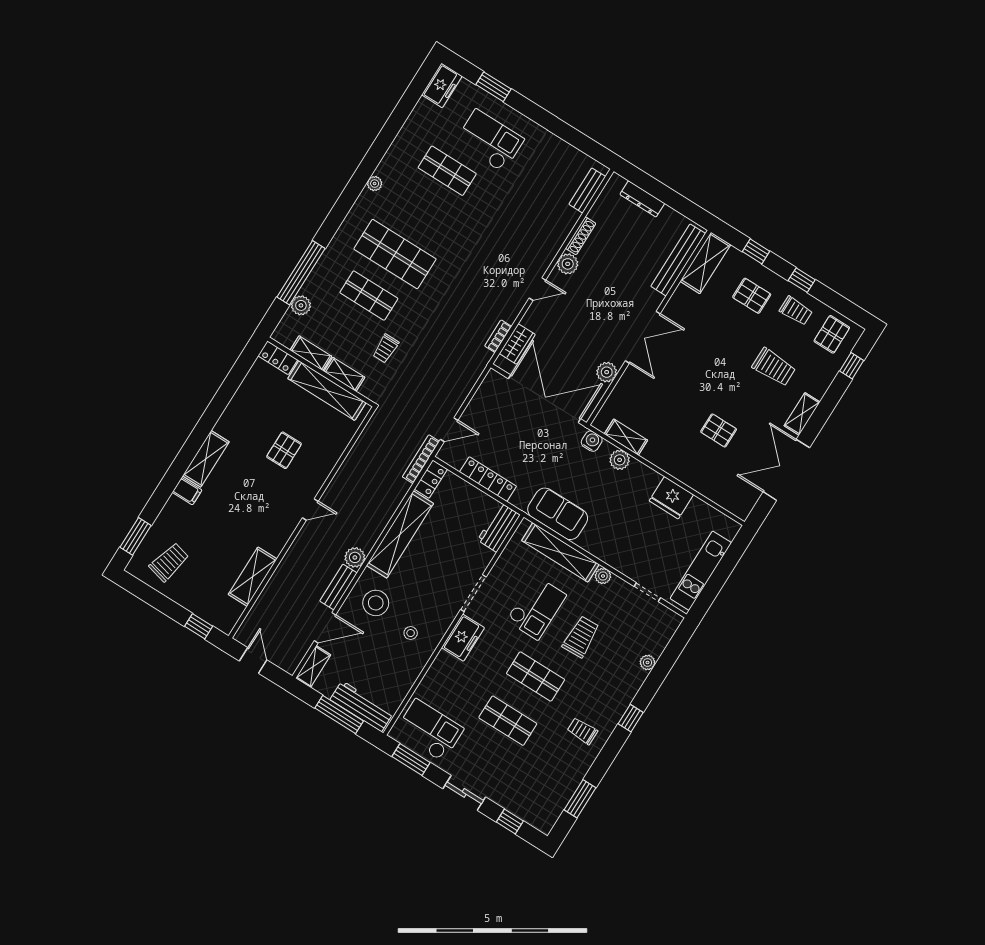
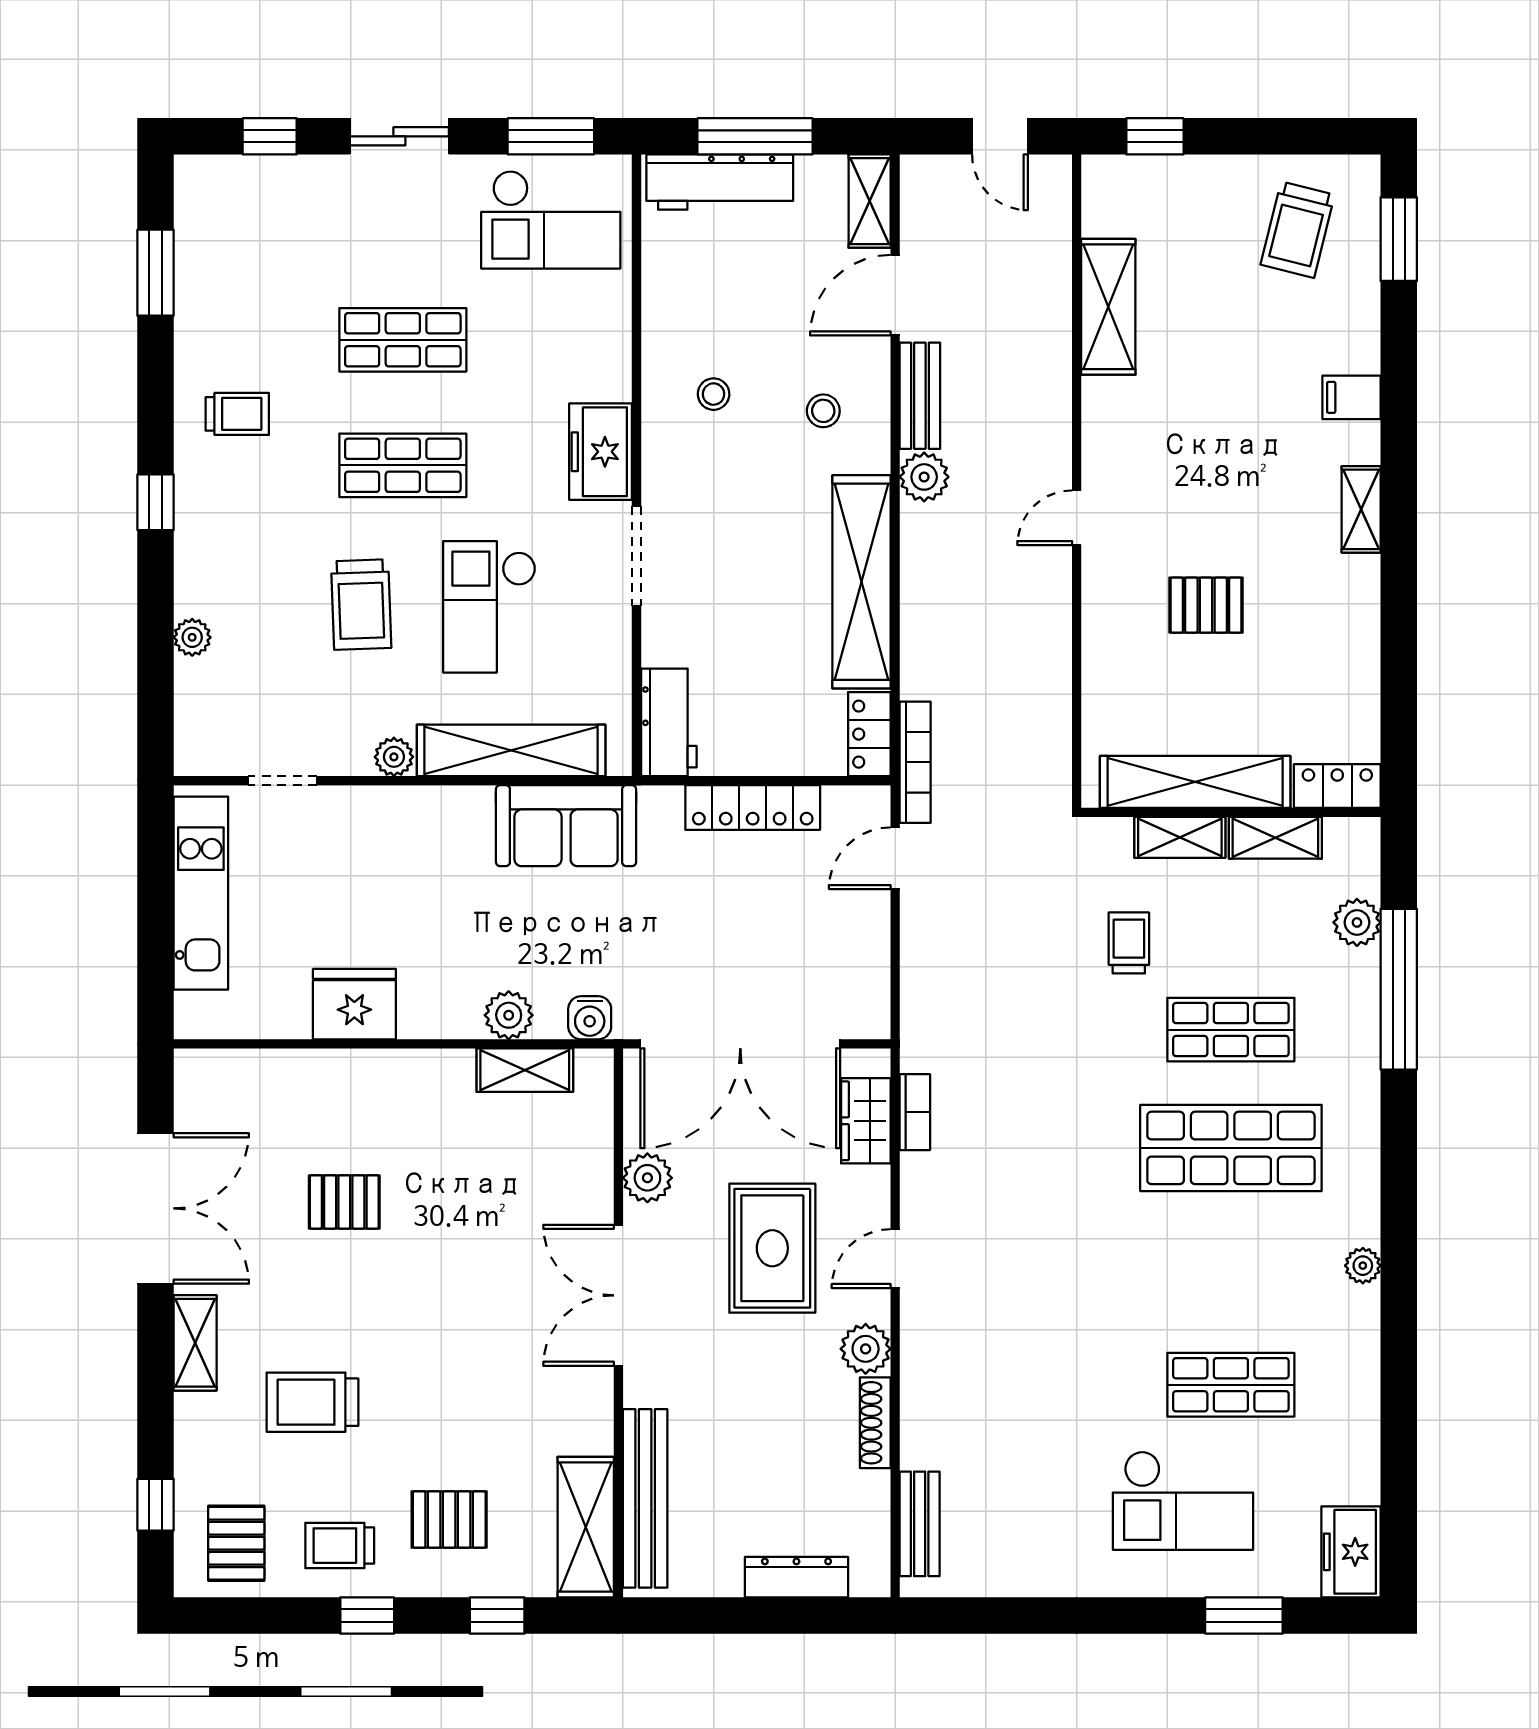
rug: (578, 320) -> (772, 1248), added
pallet: (284, 450) -> (1206, 605), turned 90
shelving: (206, 459) -> (1361, 509), width x0.67, depth x0.75
stool: (376, 603) -> (823, 411), width x0.53, depth x0.53

